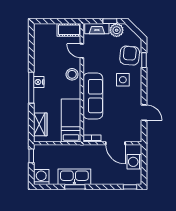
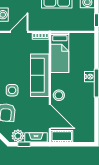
door: (82, 51) -> (50, 117), width x1.87
nightstand: (39, 82) -> (90, 77), moved
wardrobe: (40, 124) -> (88, 49), removed
door: (115, 143) -> (19, 32), hinge flipped

